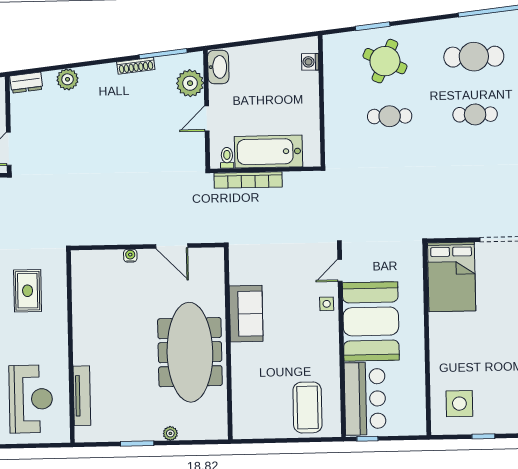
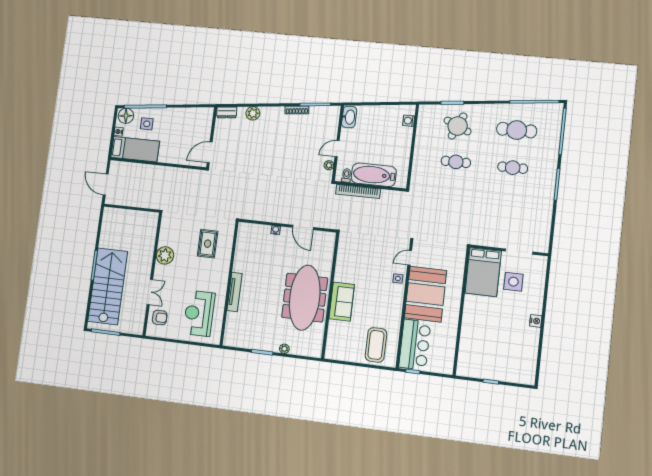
plant: (190, 83) -> (329, 165), moved, width x0.53, depth x0.53
sofa: (246, 314) -> (342, 302), moved
tv unit: (82, 396) -> (235, 292), moved
reception desk: (31, 399) -> (199, 313), turned 180
side table: (459, 404) -> (513, 282), moved

